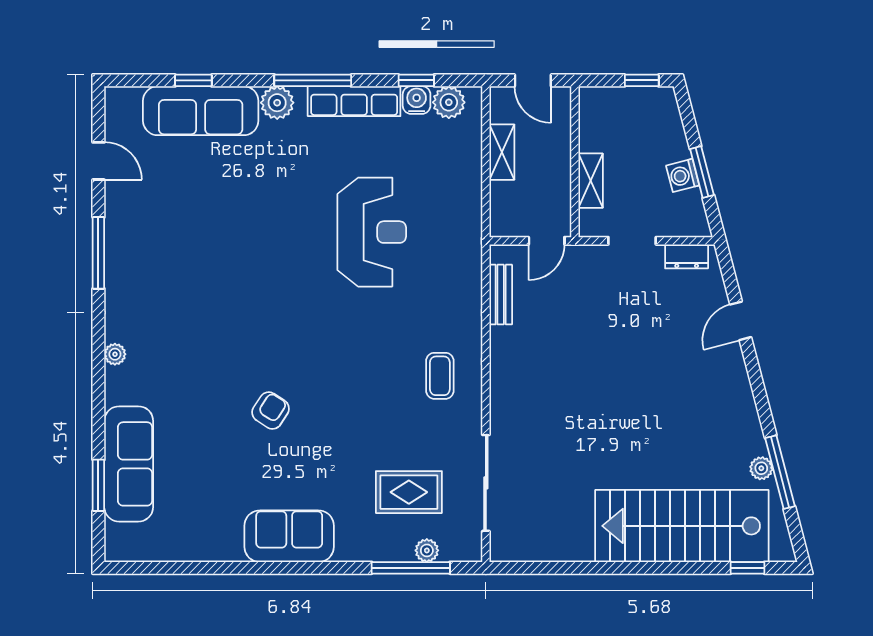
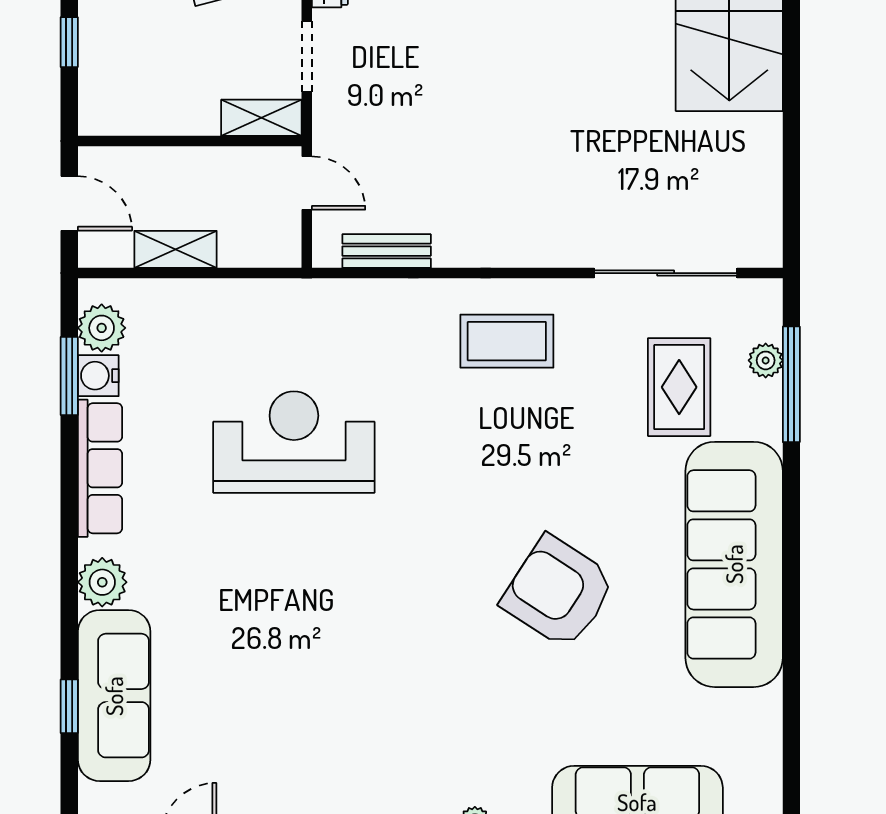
window: (313, 80) -> (69, 529), removed
window: (416, 80) -> (69, 376), width x1.50
door: (533, 80) -> (69, 203), hinge flipped
shelving: (591, 181) -> (261, 118), moved
coffee table: (440, 376) -> (507, 341), width x1.36, depth x1.30
armchair: (271, 411) -> (558, 592), width x1.88, depth x1.88
sofa: (289, 536) -> (734, 564), width x1.85, depth x1.27

